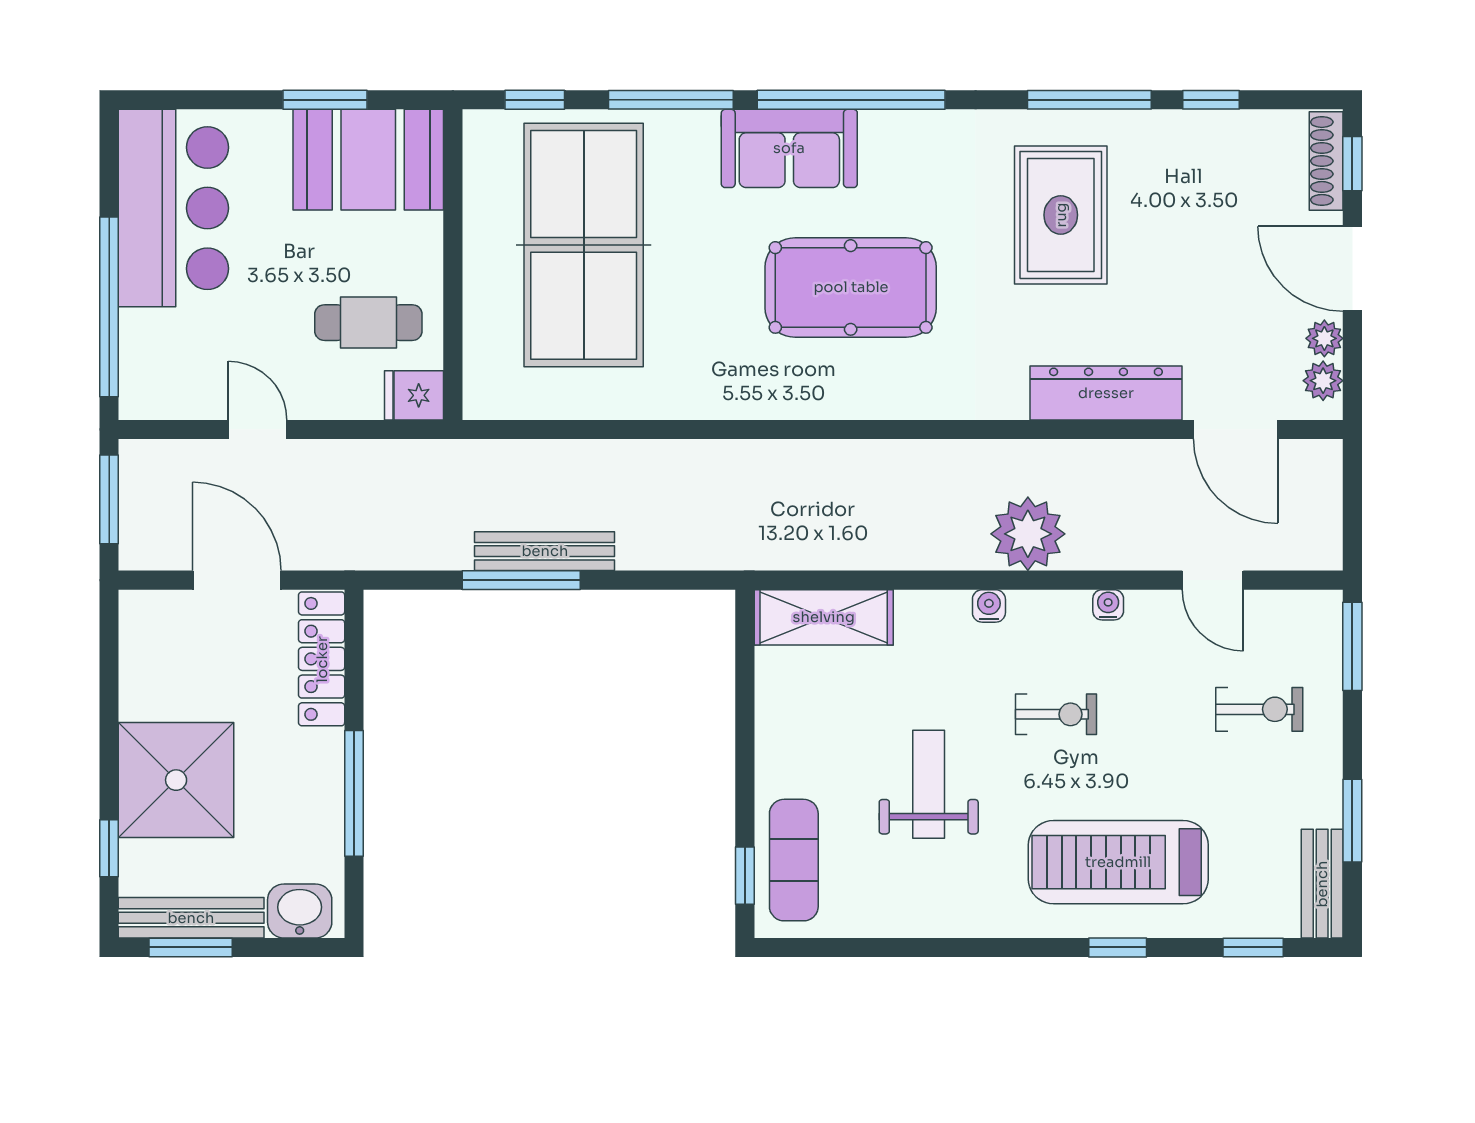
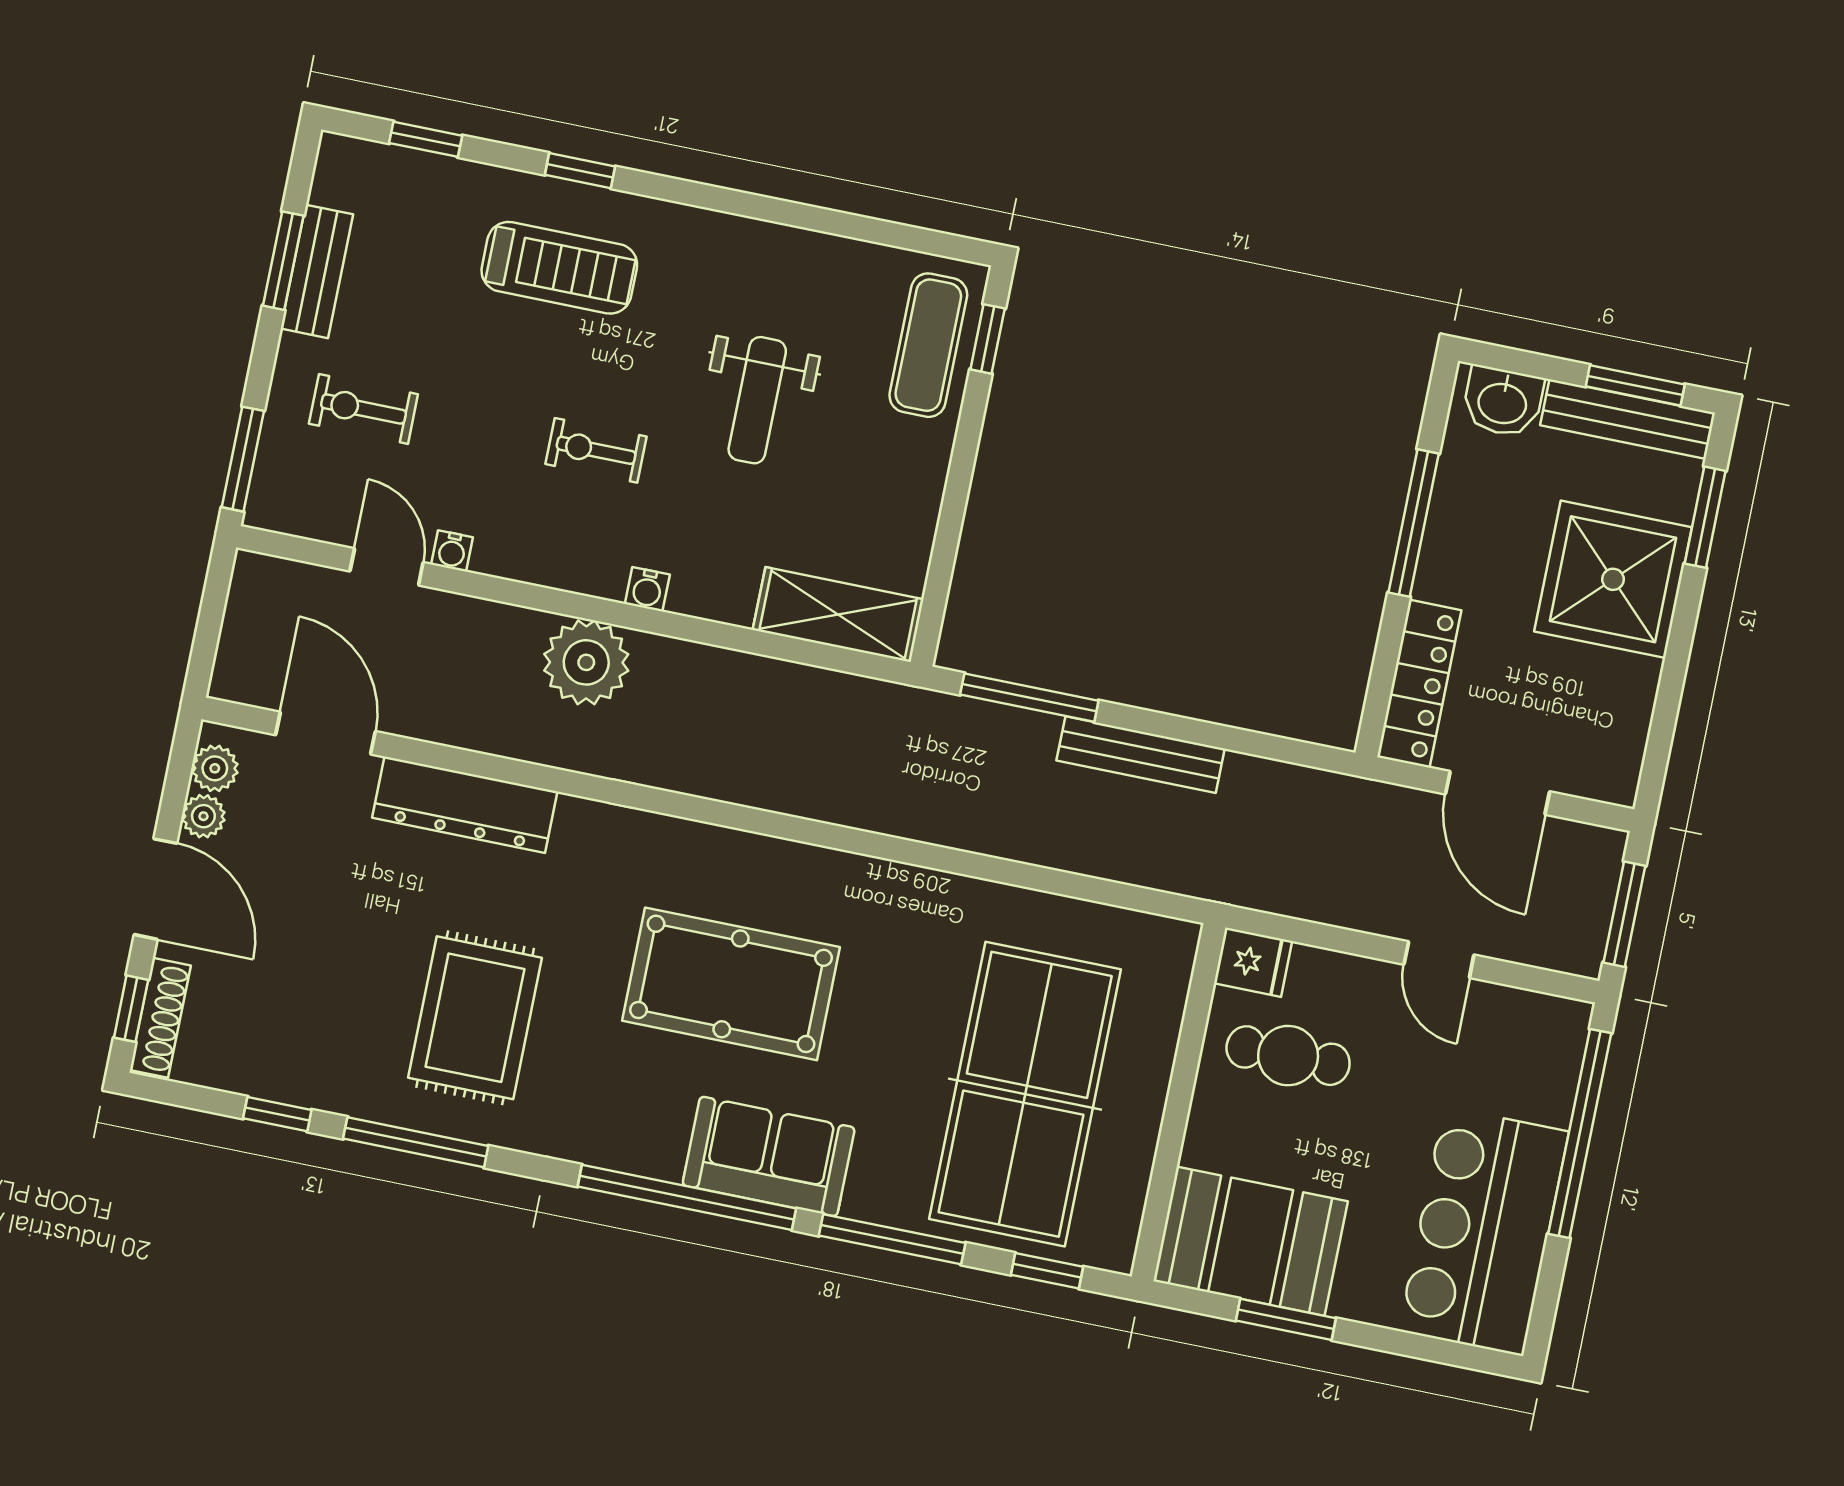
window: (521, 580) -> (1029, 698), moved
water cooler: (1108, 605) -> (452, 551), moved
window: (109, 848) -> (1705, 517), width x1.50
treadmill: (1118, 862) -> (559, 268), width x0.73, depth x0.73
bench: (1322, 884) -> (317, 271), moved

